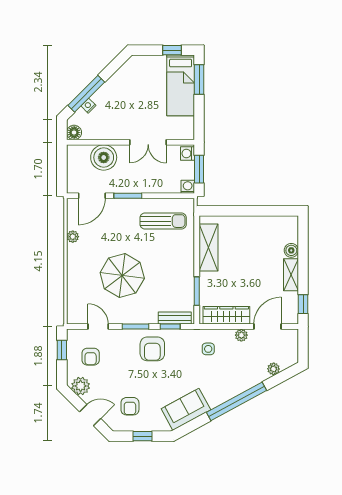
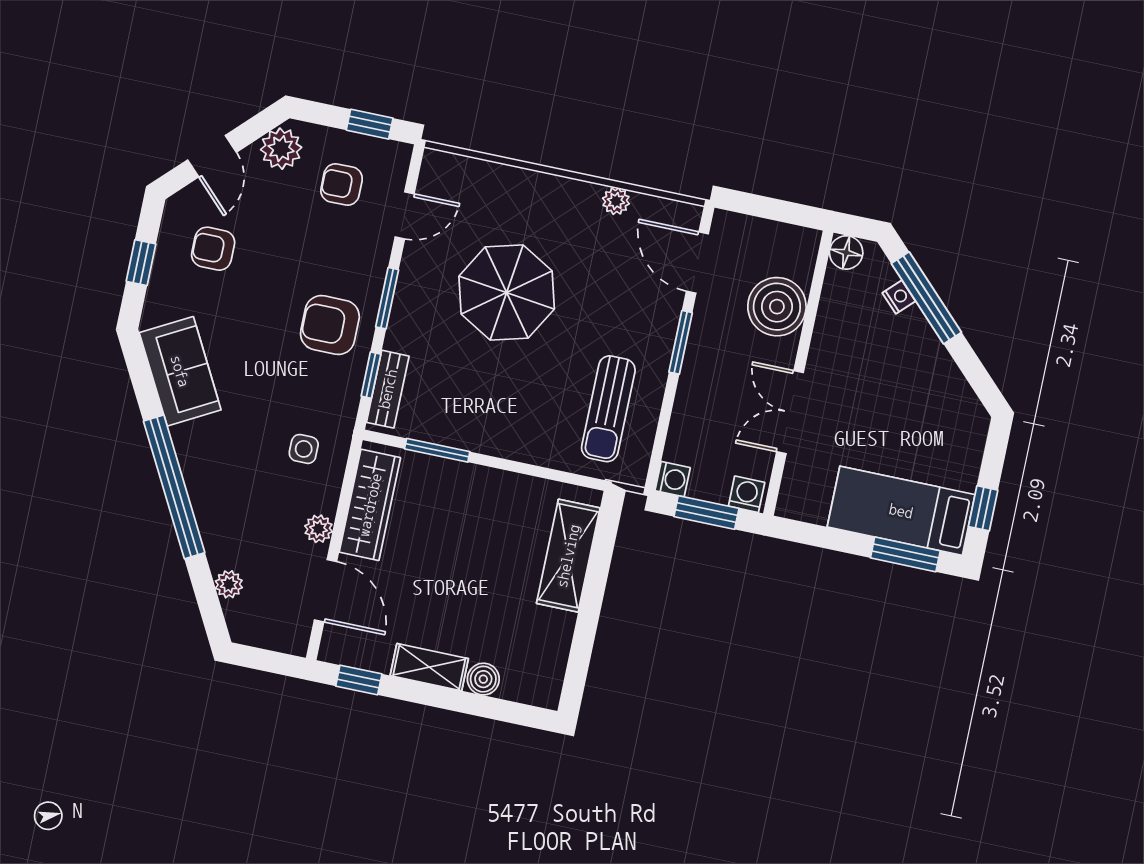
shelving: (208, 248) -> (568, 556), moved, turned 90

